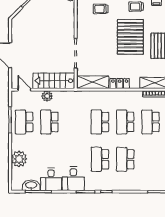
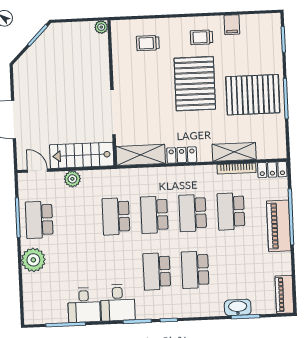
school desk: (49, 122) -> (116, 216), moved
plant: (19, 159) -> (33, 260), moved
washbasin: (31, 185) -> (238, 307), moved

